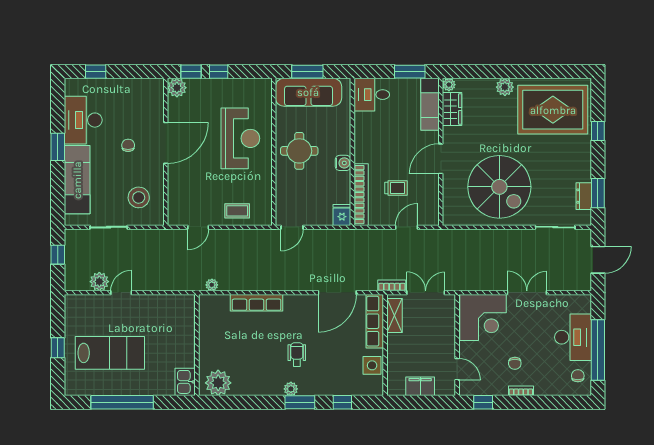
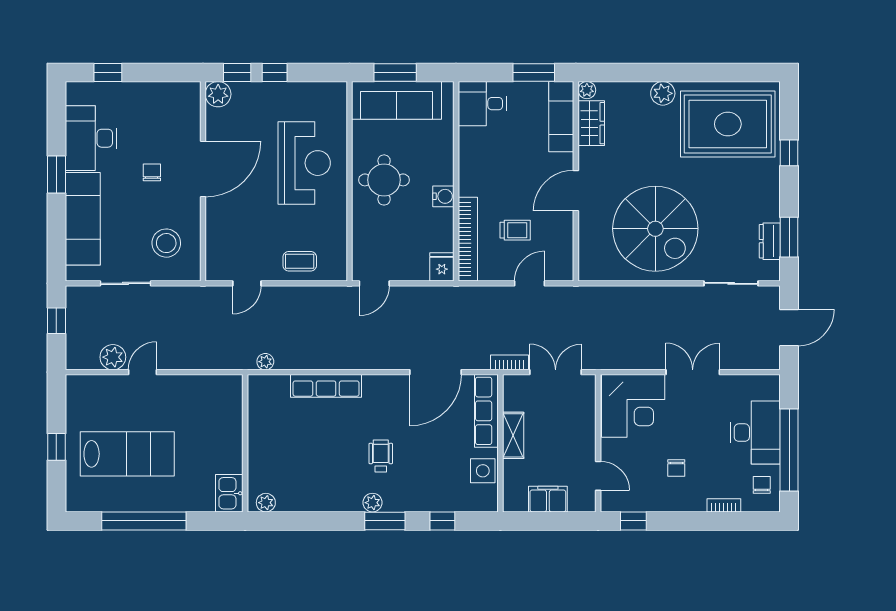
shelving: (394, 316) -> (513, 435), moved
plant: (218, 383) -> (266, 503), width x0.53, depth x0.53
bookcase: (521, 391) -> (724, 505), moved

